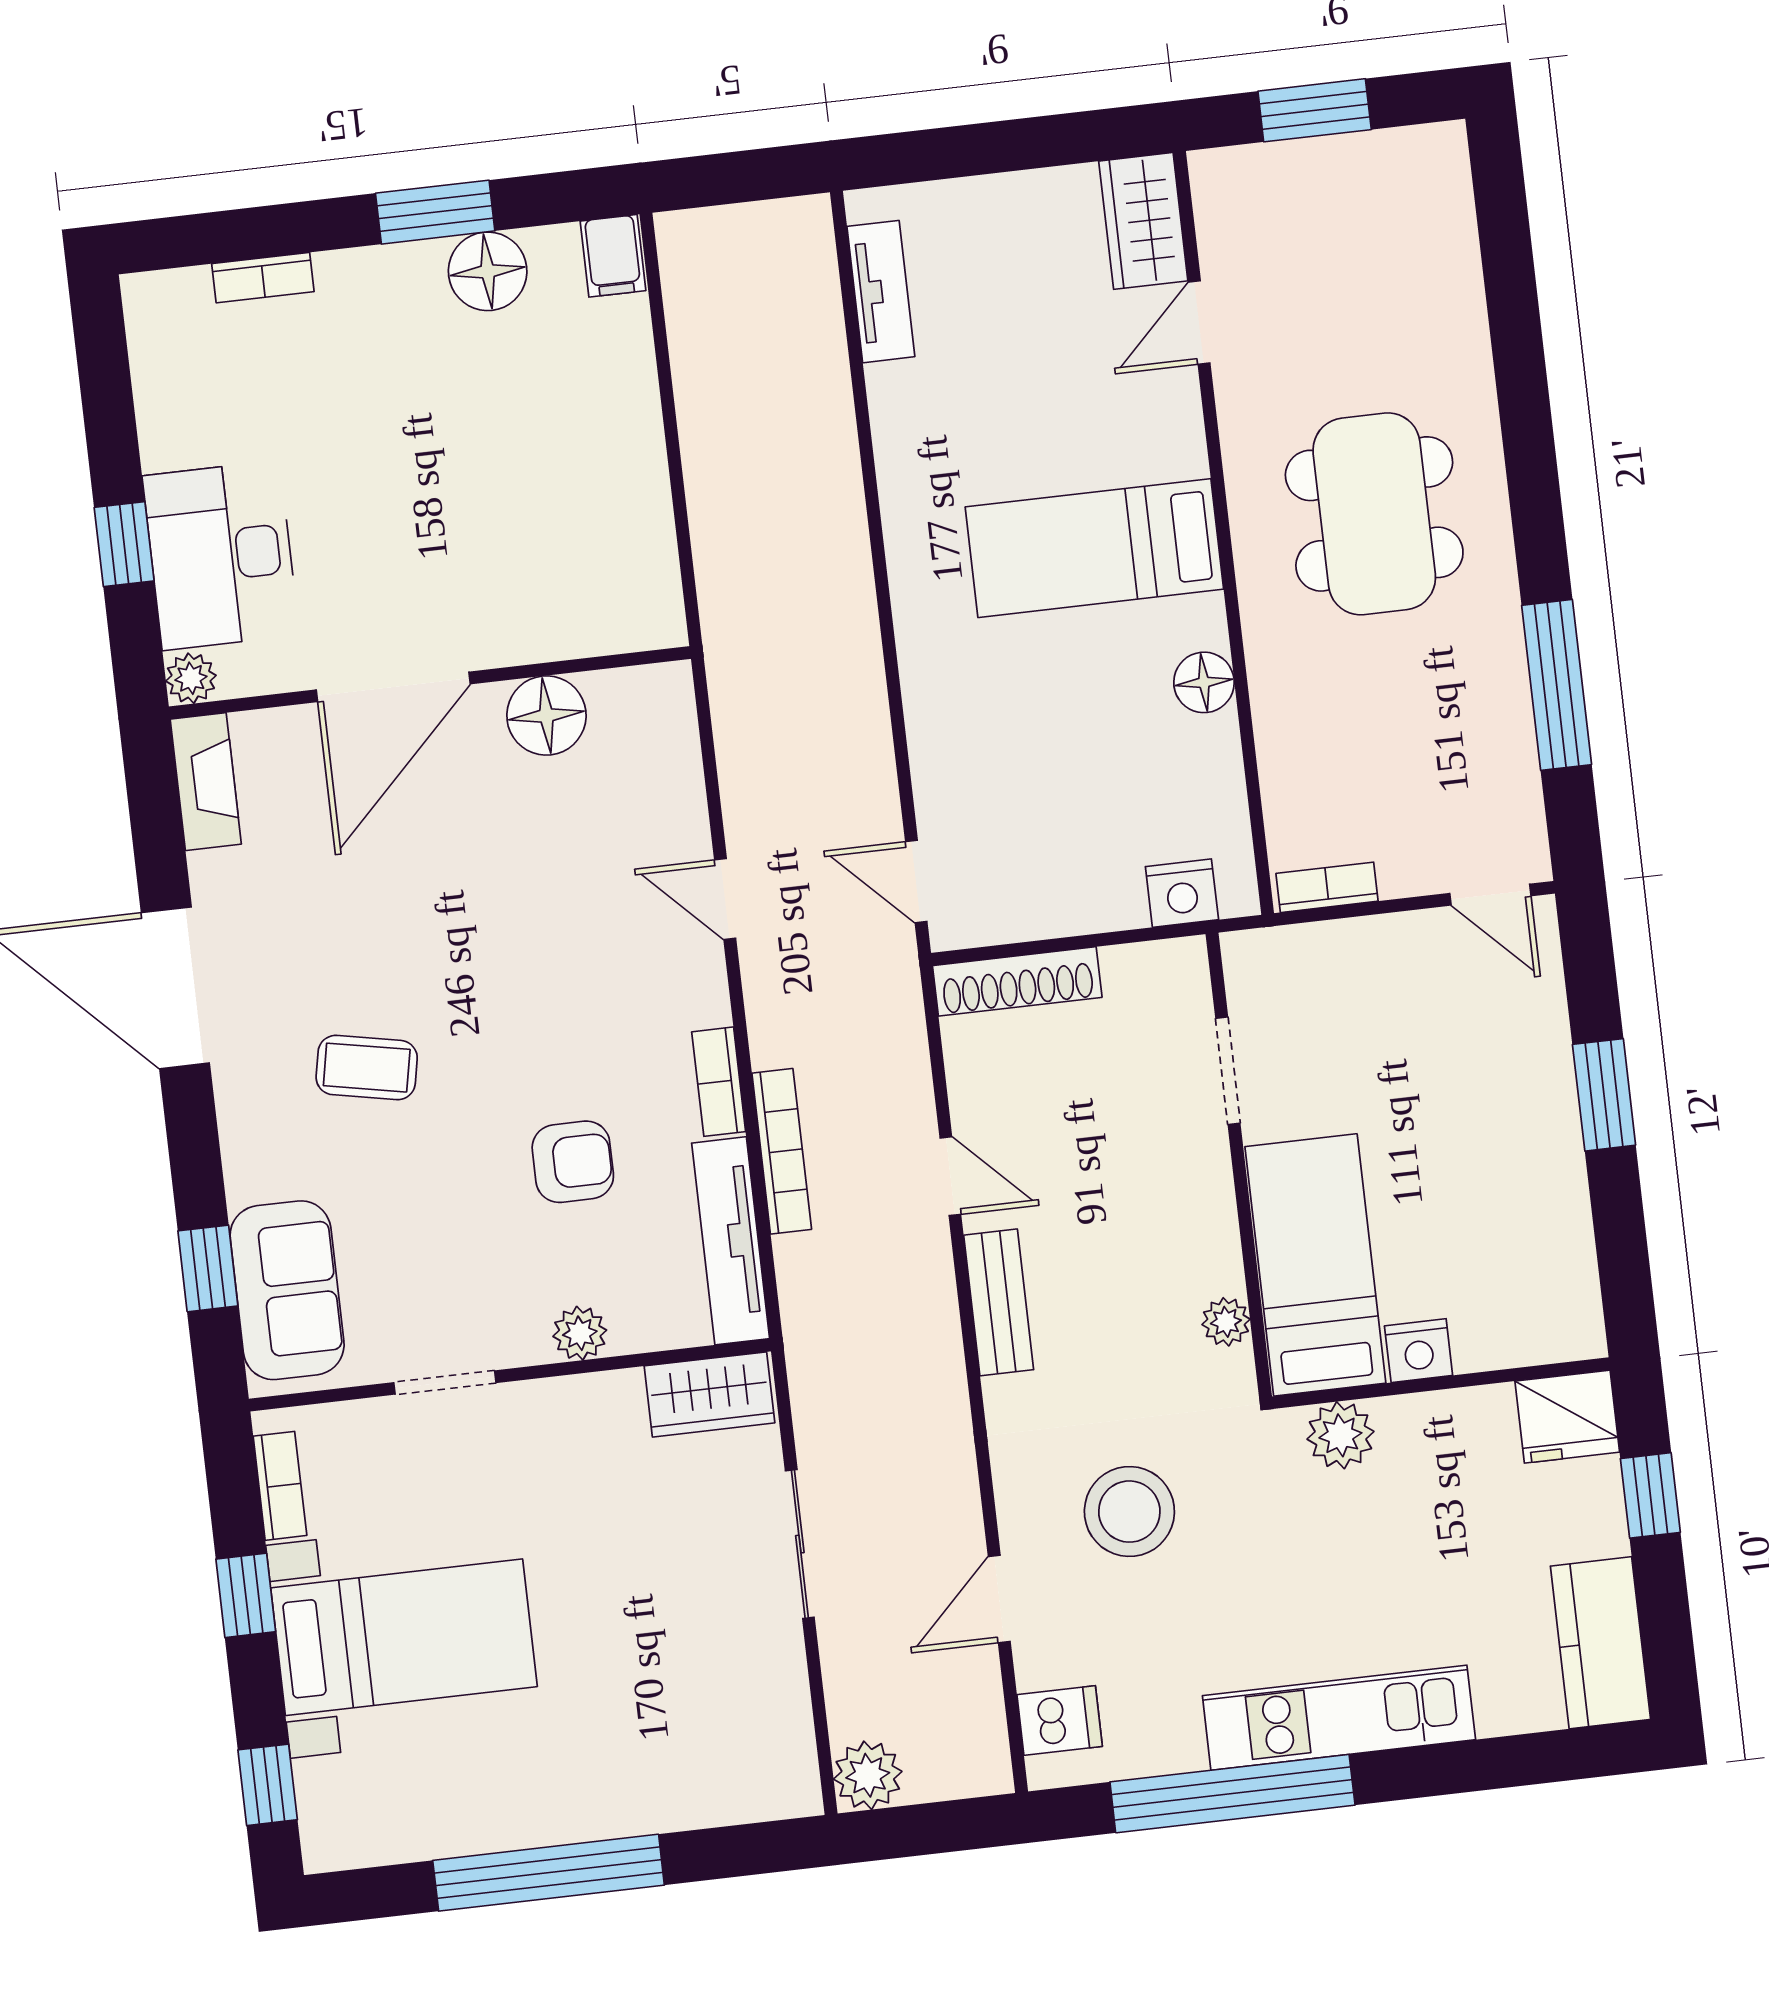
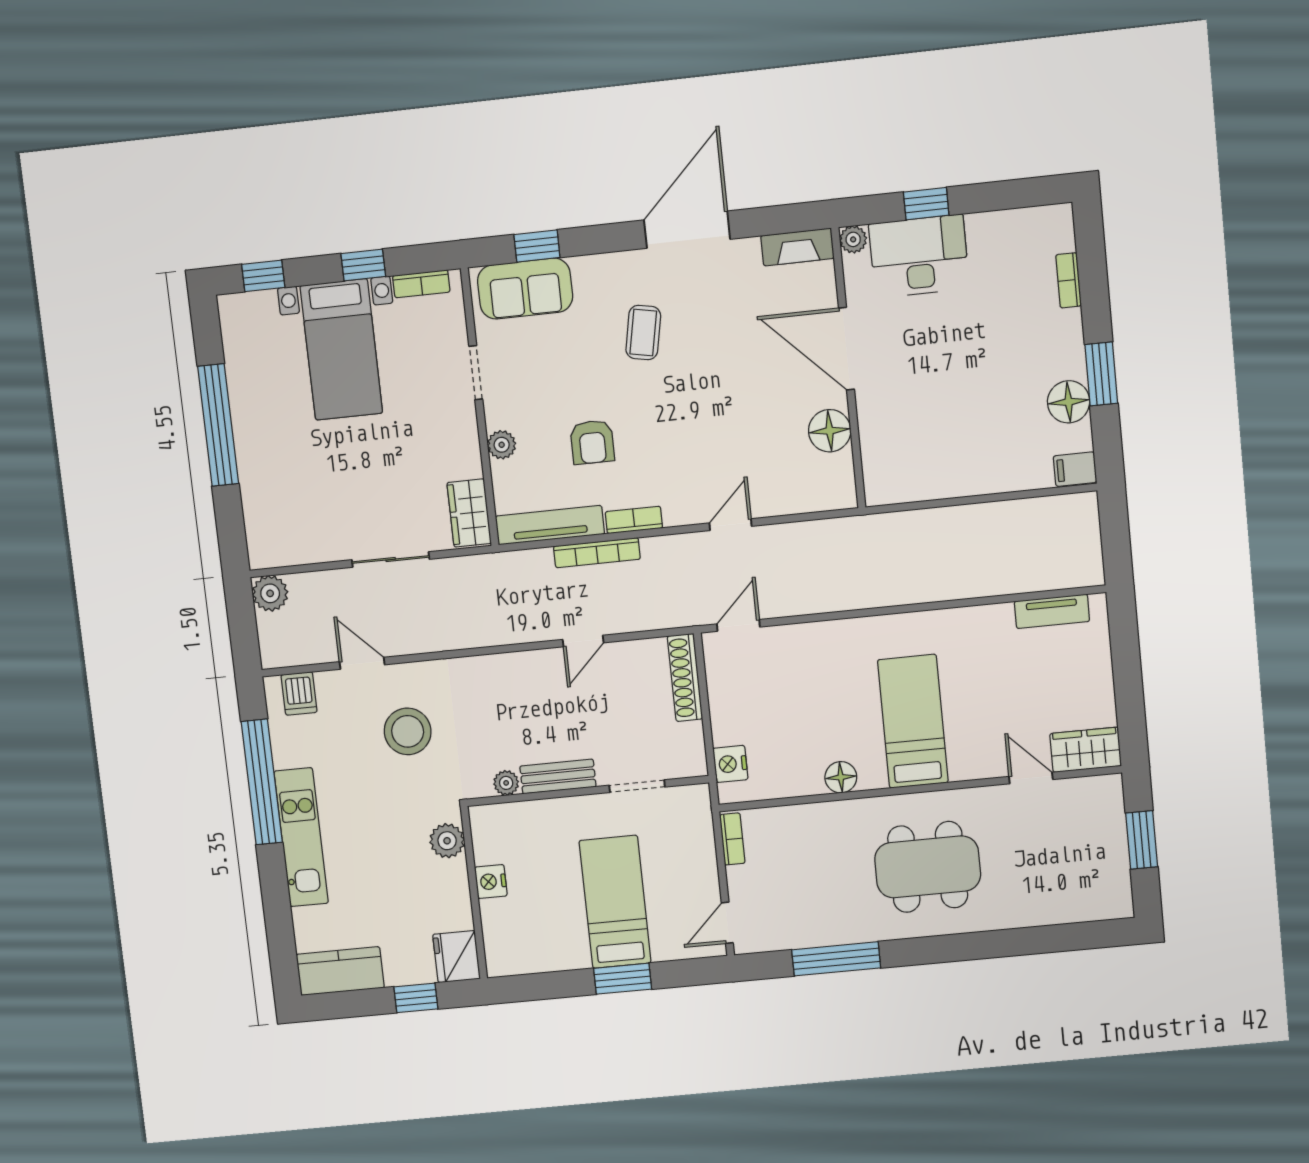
bed: (1315, 1265) -> (615, 902), moved, turned -90
bench: (999, 1302) -> (558, 776), moved

